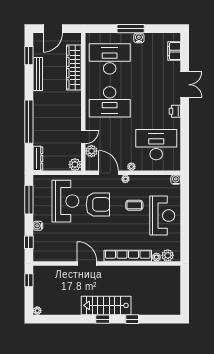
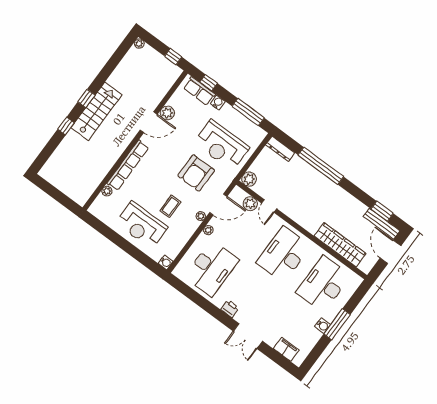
desk: (110, 59) -> (323, 284), turned 180
bench: (38, 74) -> (382, 224), moved
row of seats: (39, 244) -> (199, 91), added
plant: (168, 255) -> (167, 113), moved

